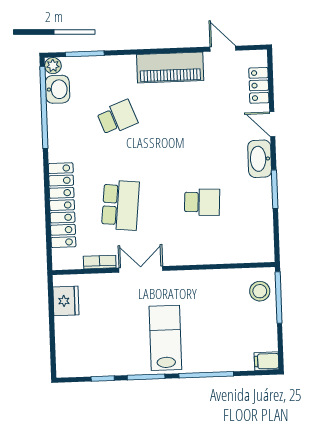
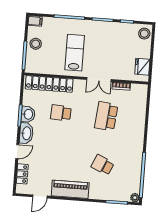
door: (223, 49) -> (40, 196), hinge flipped
washbasin: (57, 89) -> (28, 114), moved, turned 180
school desk: (117, 118) -> (103, 165), turned 45
door: (272, 124) -> (17, 152), hinge flipped
locker: (62, 205) -> (49, 84), moved, turned -90
stool: (260, 291) -> (36, 44), moved
lab bench: (165, 338) -> (75, 53), moved, turned 180
stool: (69, 360) -> (144, 34), added

